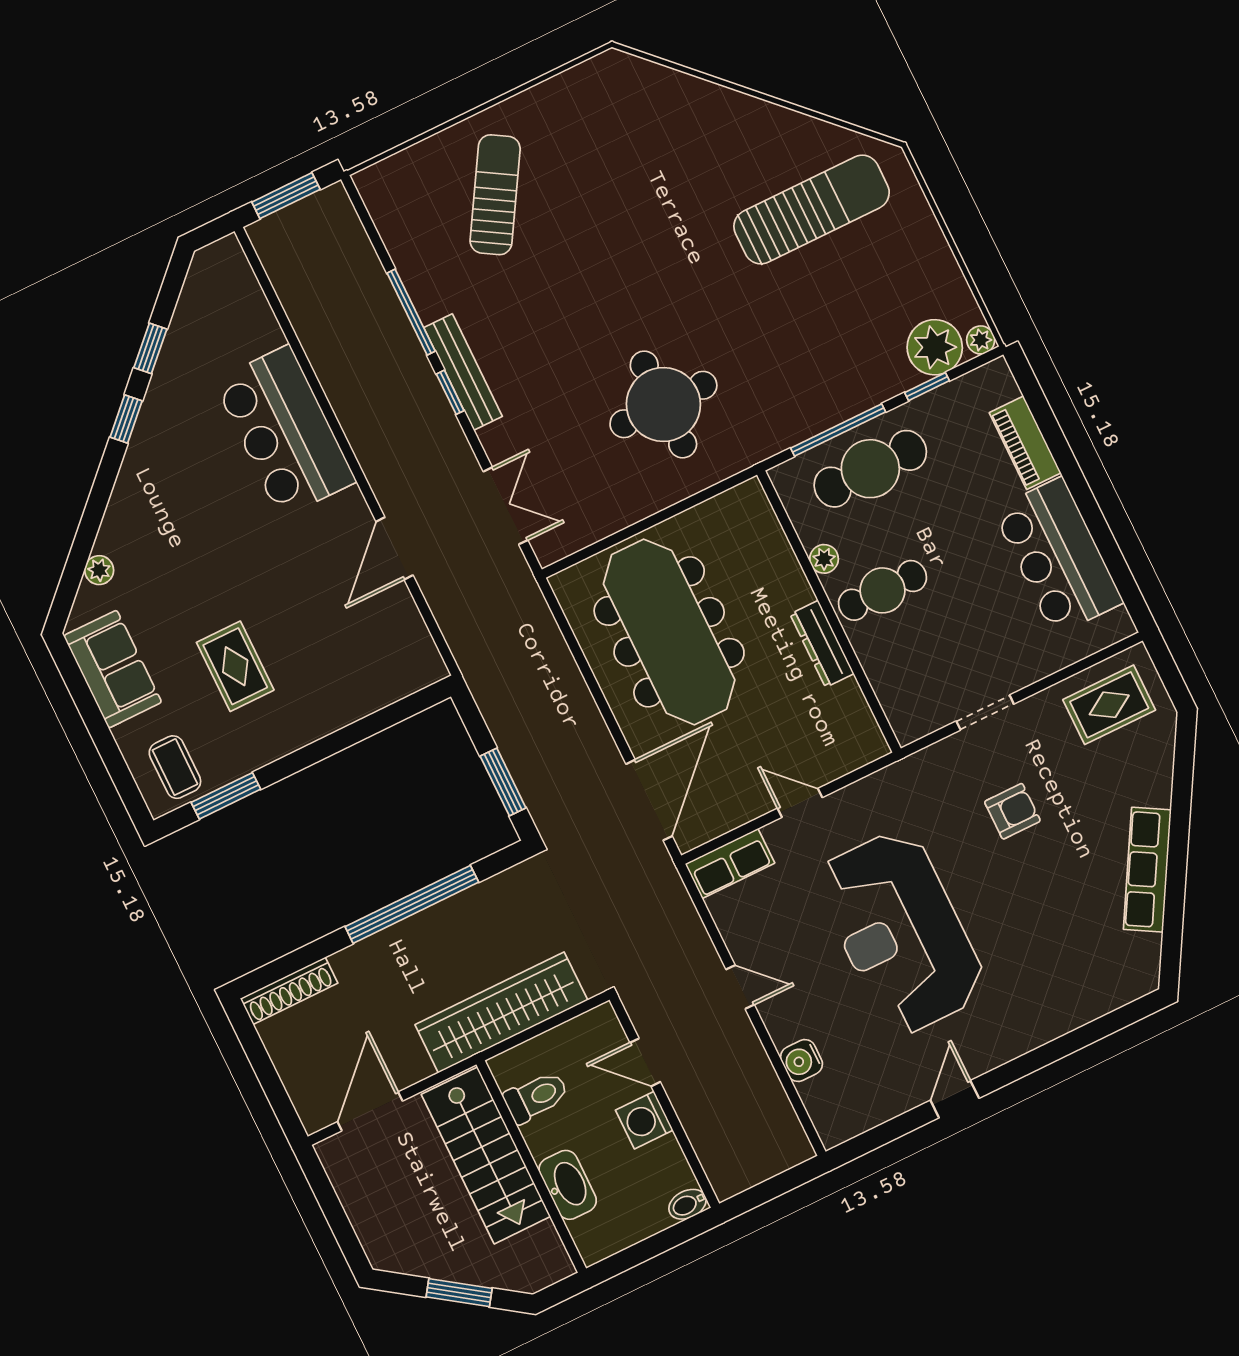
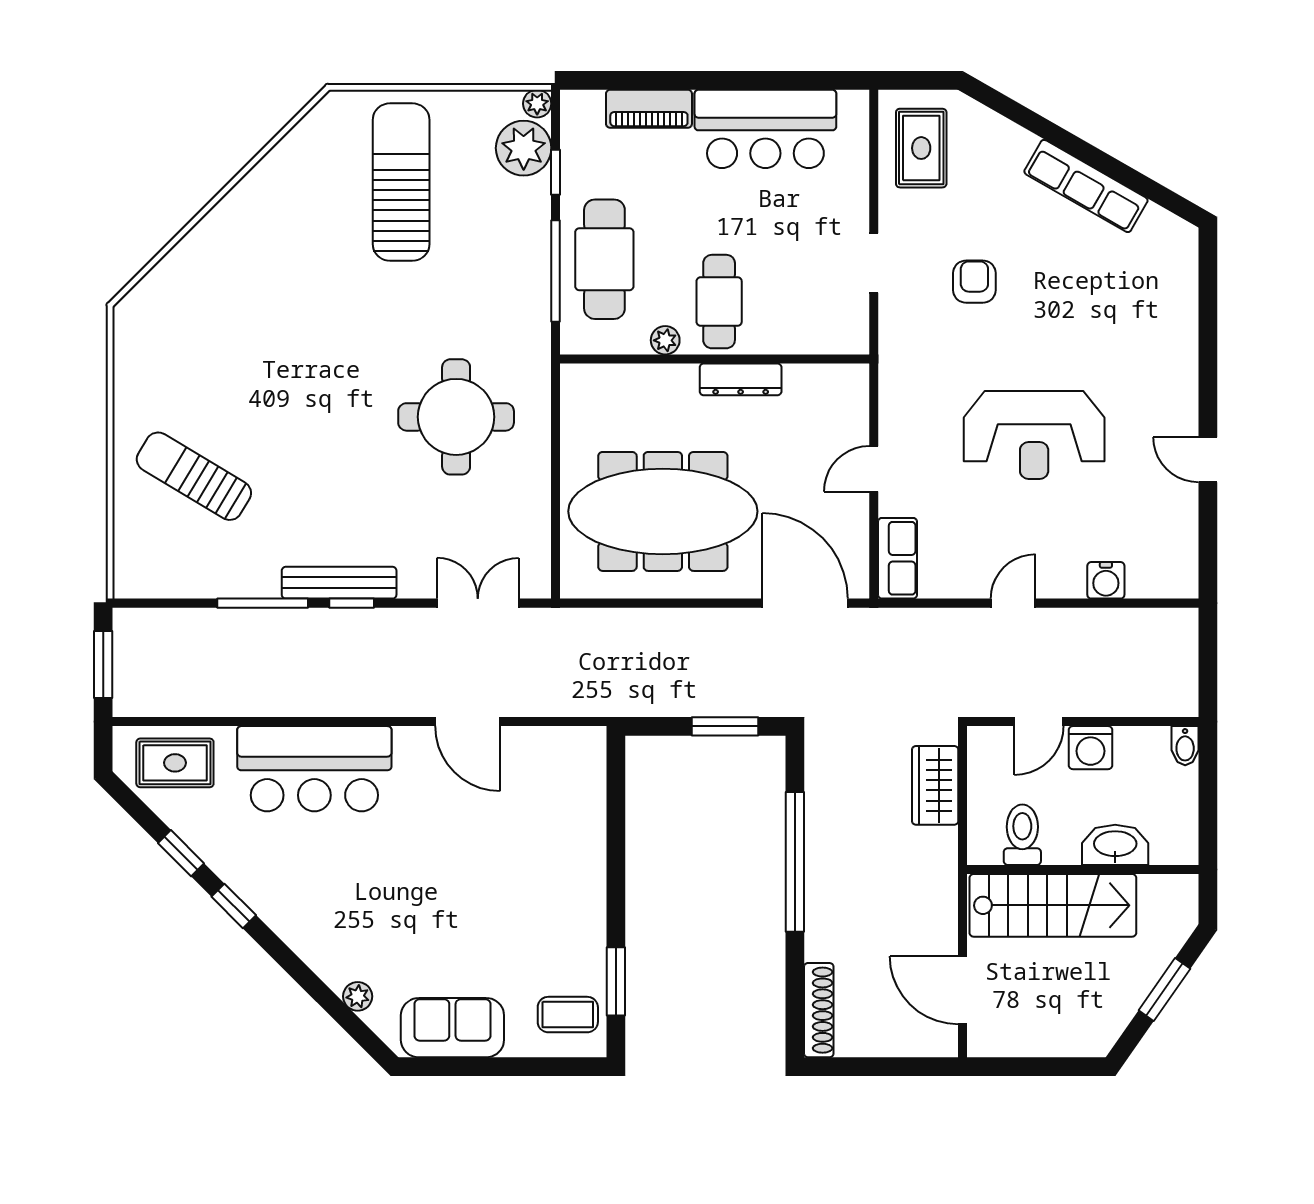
sun lounger: (812, 210) -> (401, 182), moved
rug: (235, 666) -> (175, 763), moved
reception desk: (901, 932) -> (1034, 435), width x0.74, depth x0.77
wardrobe: (501, 1012) -> (935, 785), width x0.48, depth x0.85

